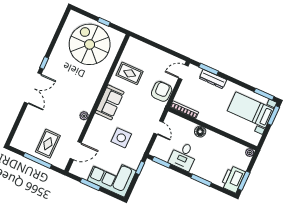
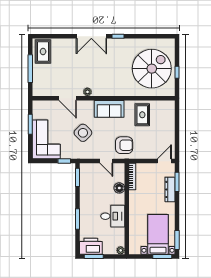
door: (183, 72) -> (164, 161), hinge flipped
armchair: (162, 91) -> (124, 145), moved
door: (158, 128) -> (106, 161), hinge flipped
floor lamp: (200, 132) -> (119, 188), moved
side table: (121, 138) -> (83, 133), turned 45
rug: (48, 144) -> (43, 51), moved, turned 90
door: (76, 151) -> (68, 98), moved
desk: (183, 156) -> (113, 216), moved, turned 180

